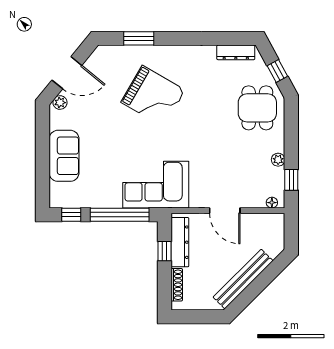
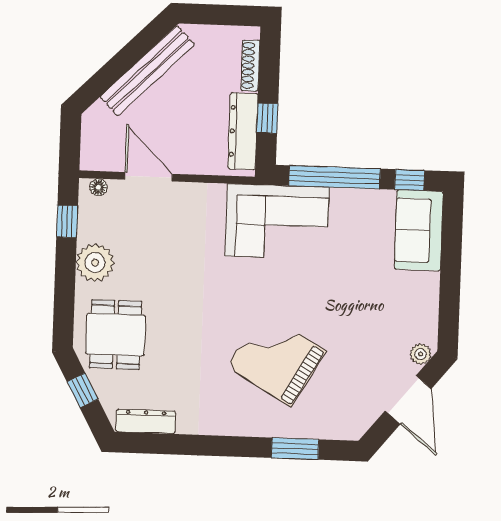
door: (67, 73) -> (408, 400), swing flipped
sofa: (64, 156) -> (419, 230), moved
plant: (278, 160) -> (95, 263), width x1.87, depth x1.87
door: (225, 211) -> (149, 177), moved

